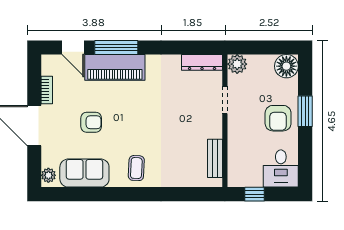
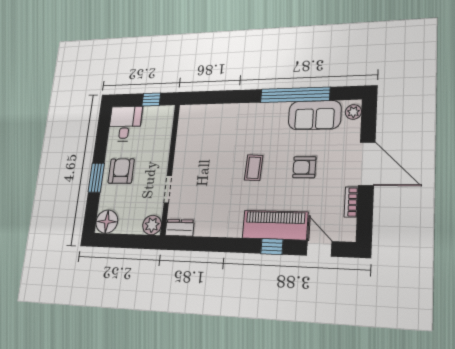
window: (116, 47) -> (272, 247), width x0.46
dresser: (202, 62) -> (180, 228), width x0.70
bench: (215, 158) -> (184, 132), removed
coffee table: (136, 168) -> (254, 168), moved
window: (105, 194) -> (295, 95), added

